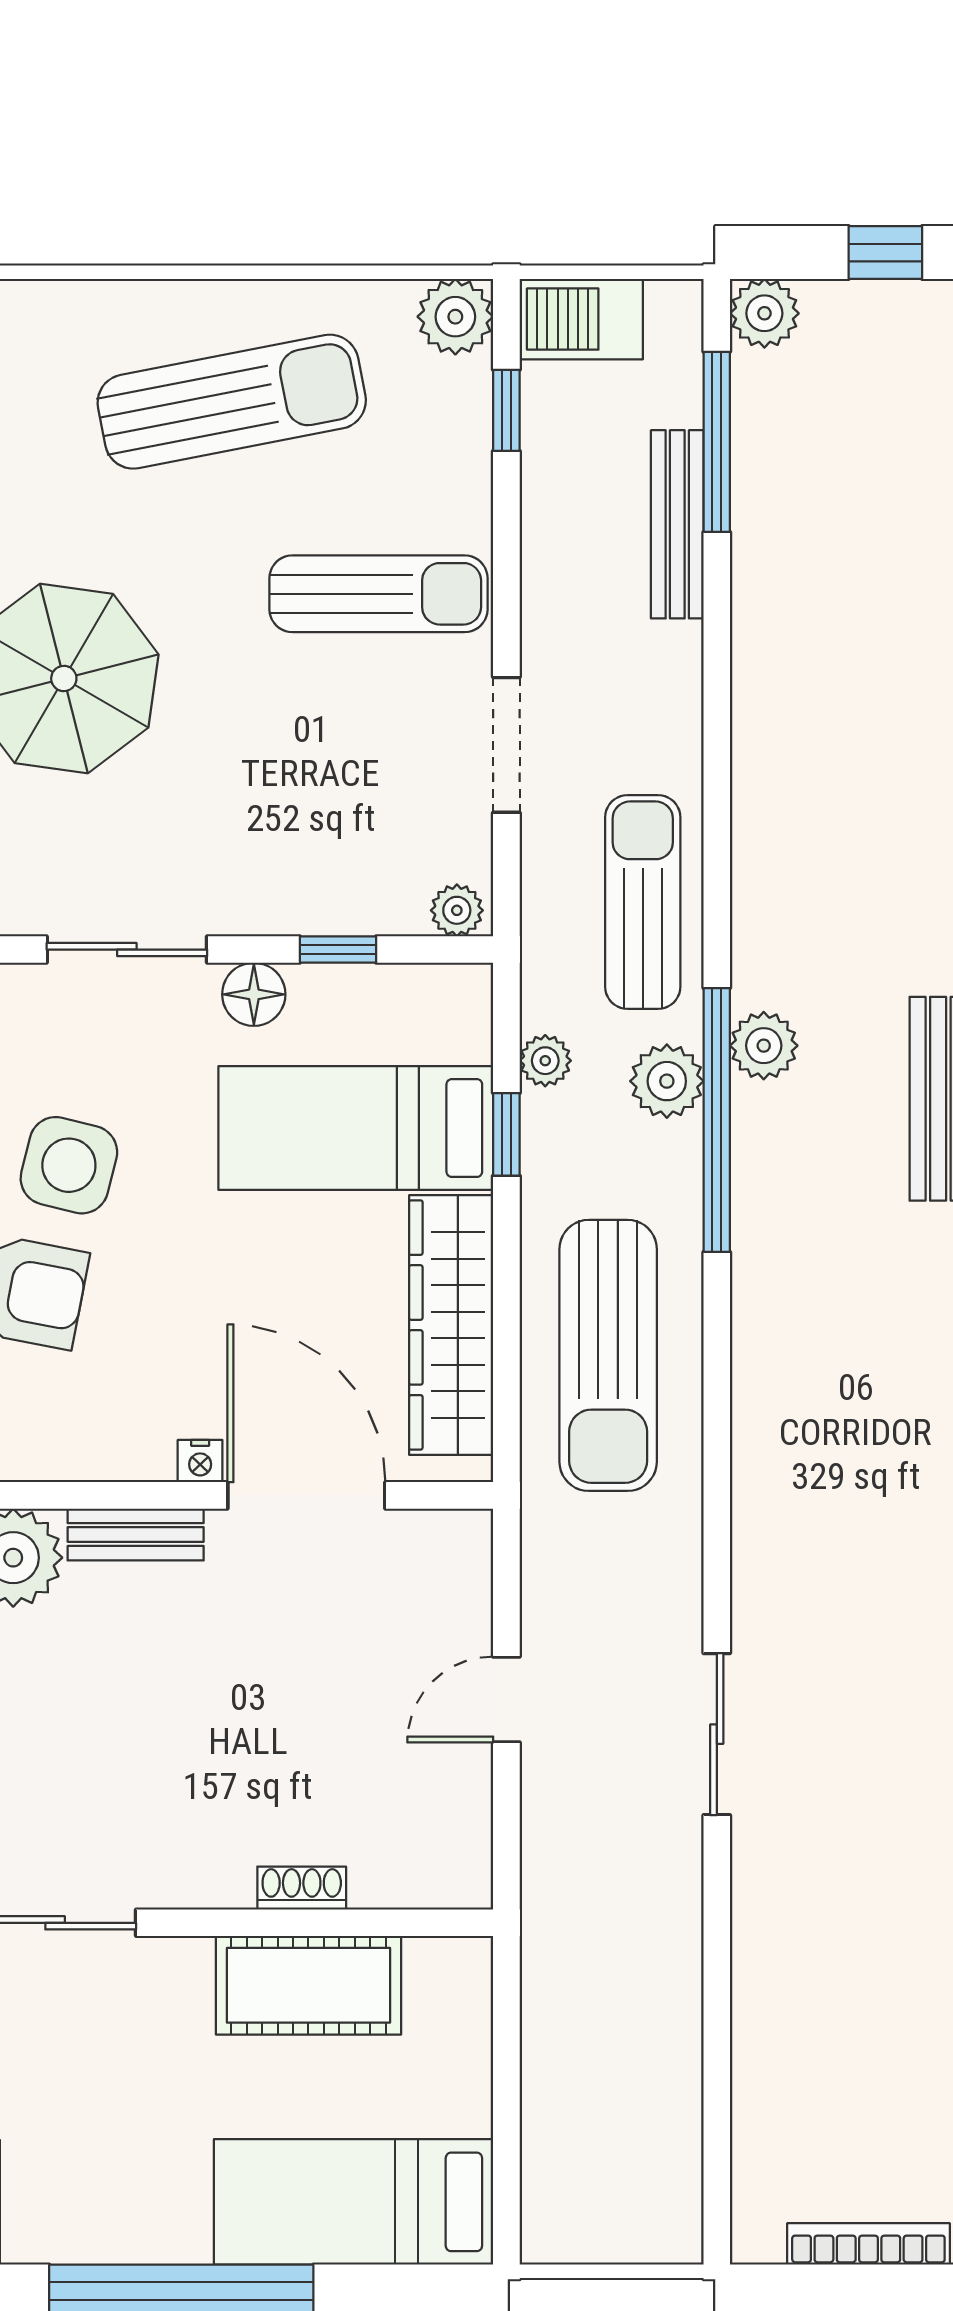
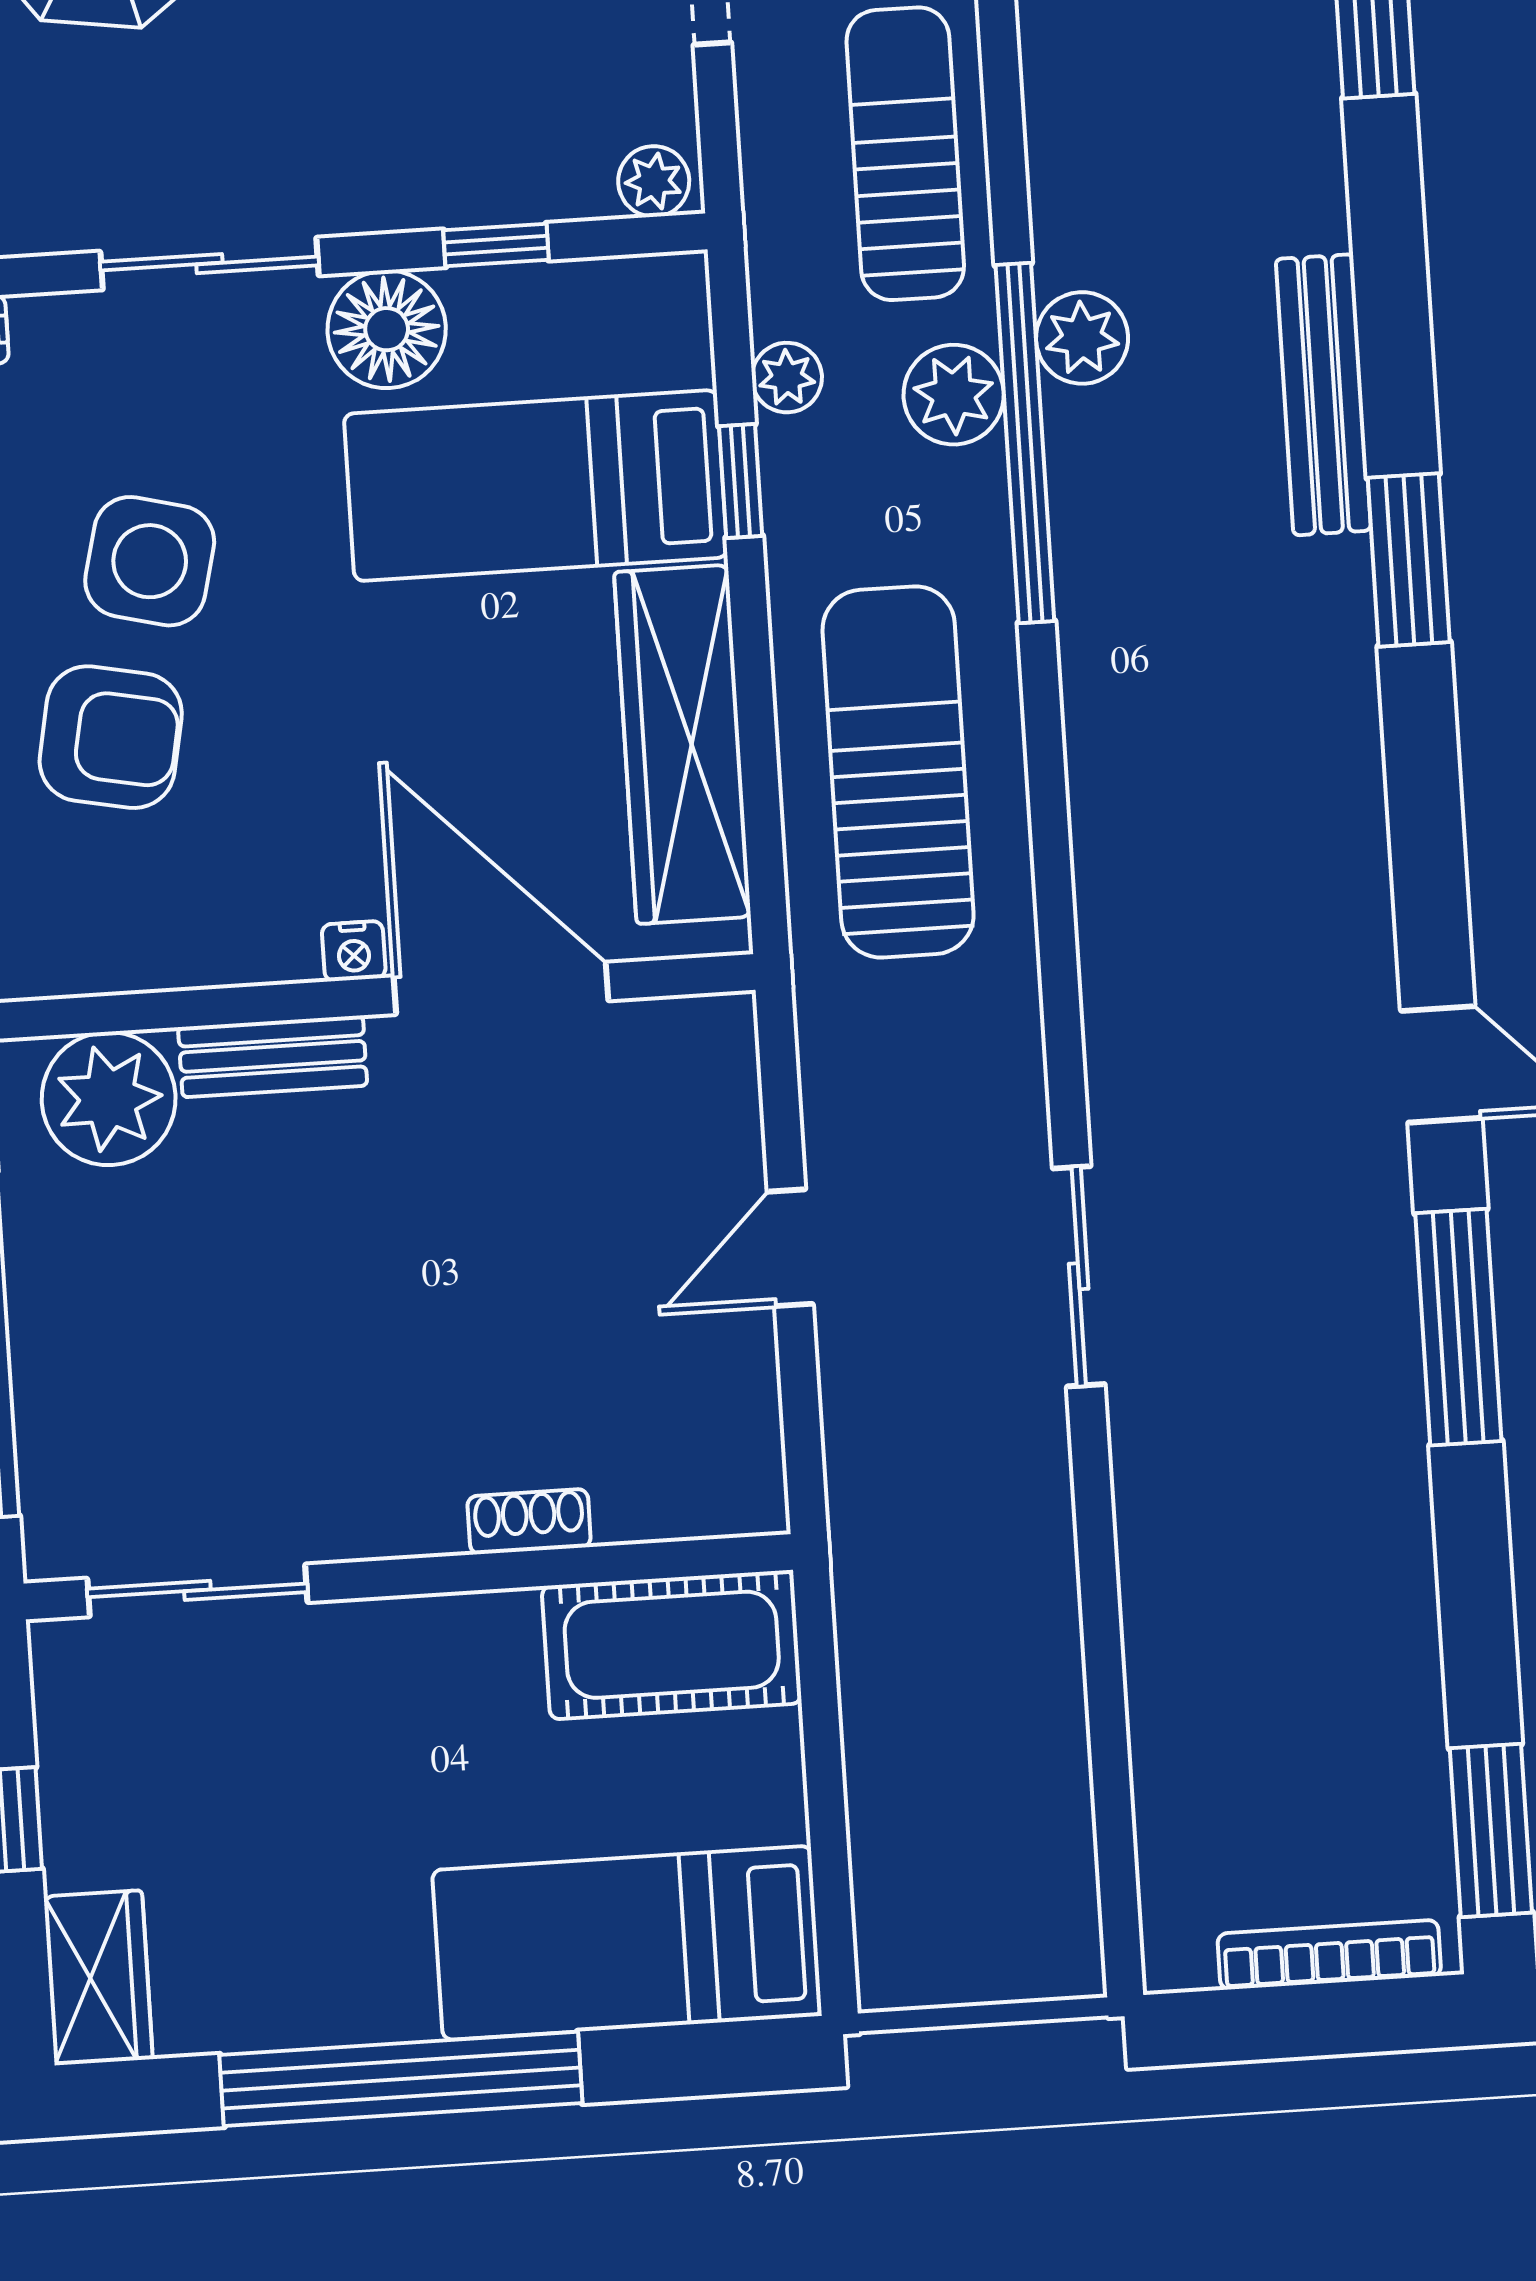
floor lamp: (254, 994) -> (387, 329), width x1.38, depth x1.38
sun lounger: (608, 1355) -> (898, 772), turned 180
cot: (308, 1985) -> (672, 1645), moved

